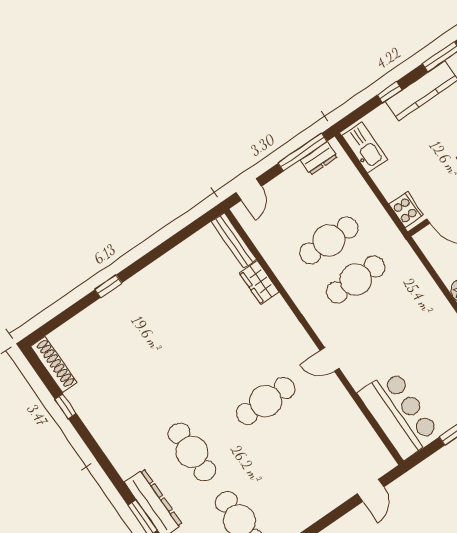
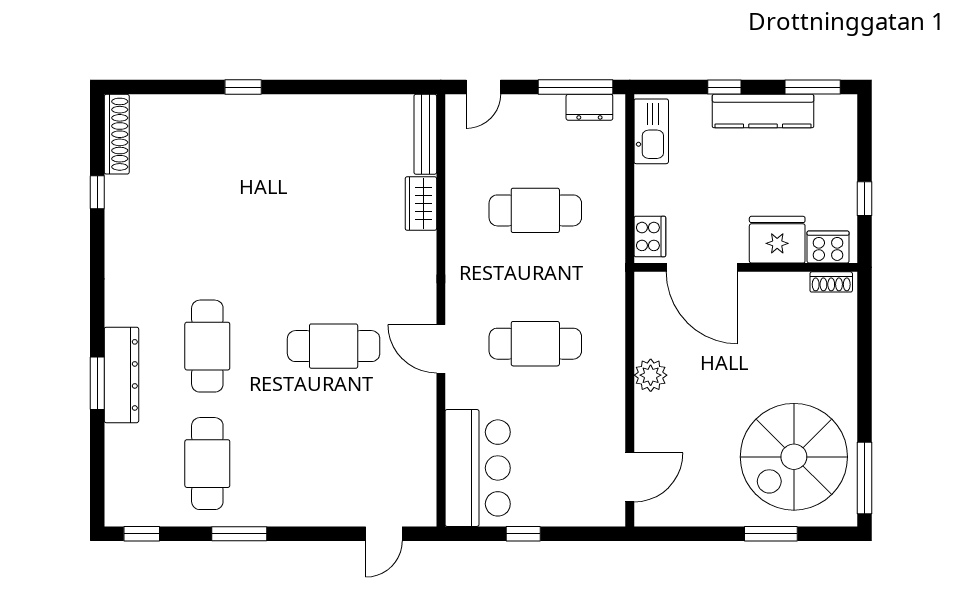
cafe table: (356, 279) -> (535, 344), moved
door: (329, 359) -> (441, 349), width x1.38

